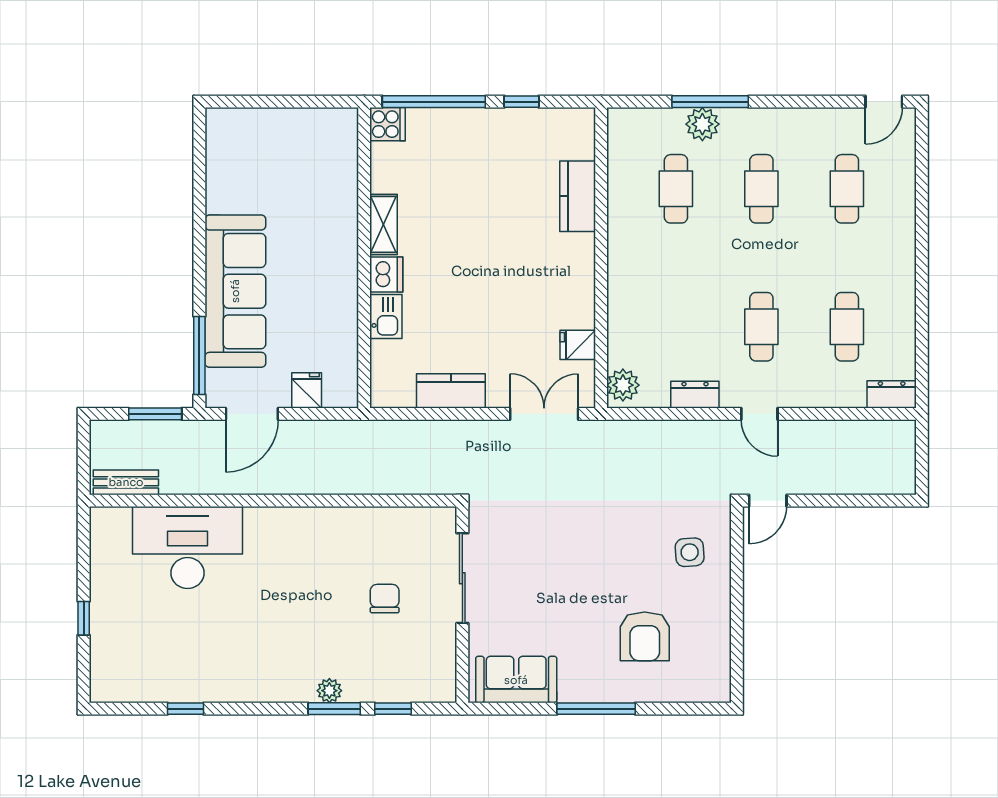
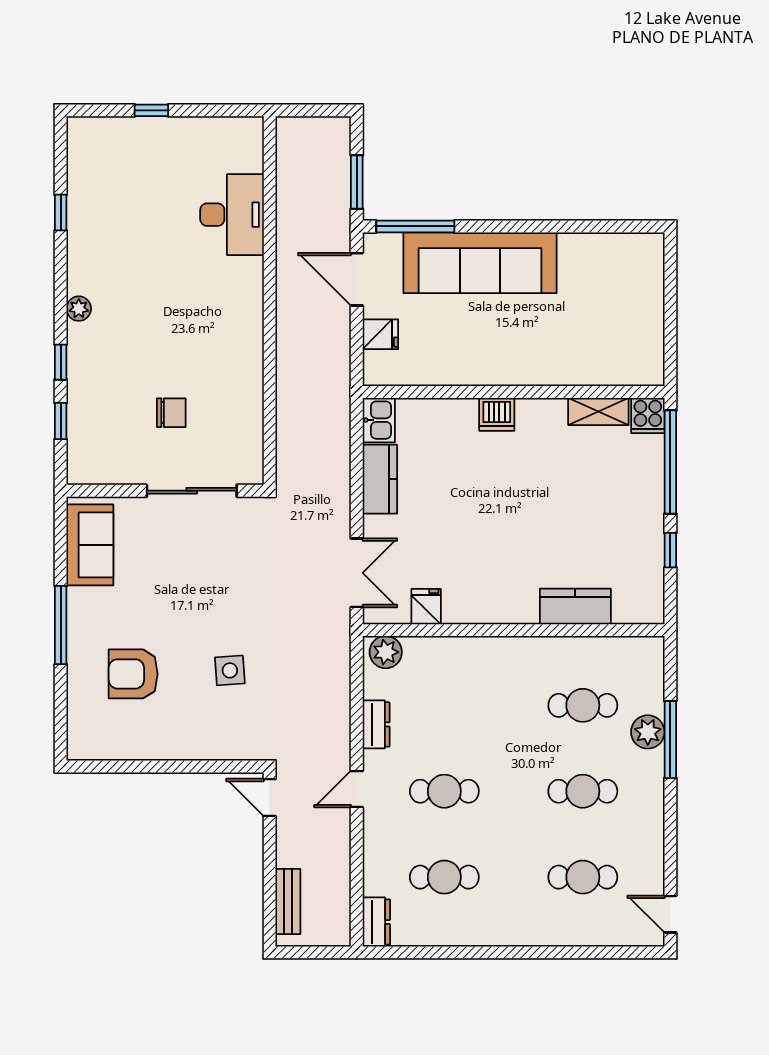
shelving: (383, 224) -> (598, 411), moved
kitchen sink: (386, 317) -> (379, 420), moved, turned -90
bench: (126, 482) -> (288, 901), moved
desk: (188, 547) -> (232, 215), width x0.73, depth x0.77
side table: (690, 552) -> (230, 670), moved
plant: (329, 691) -> (79, 309), moved
window: (334, 709) -> (61, 362), width x0.67

